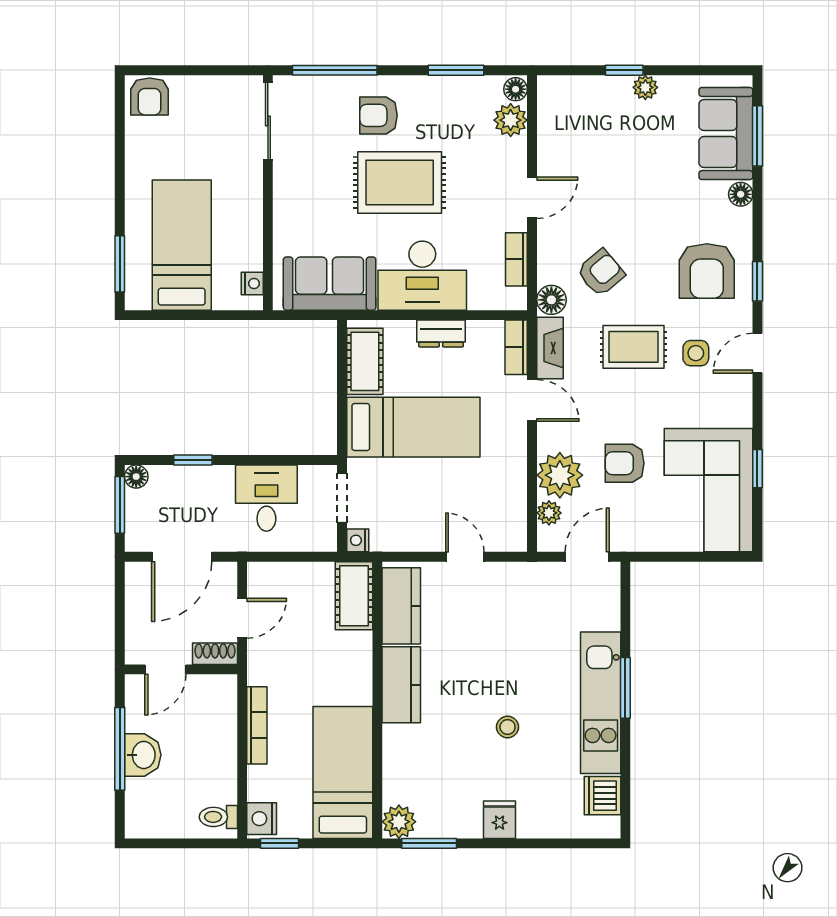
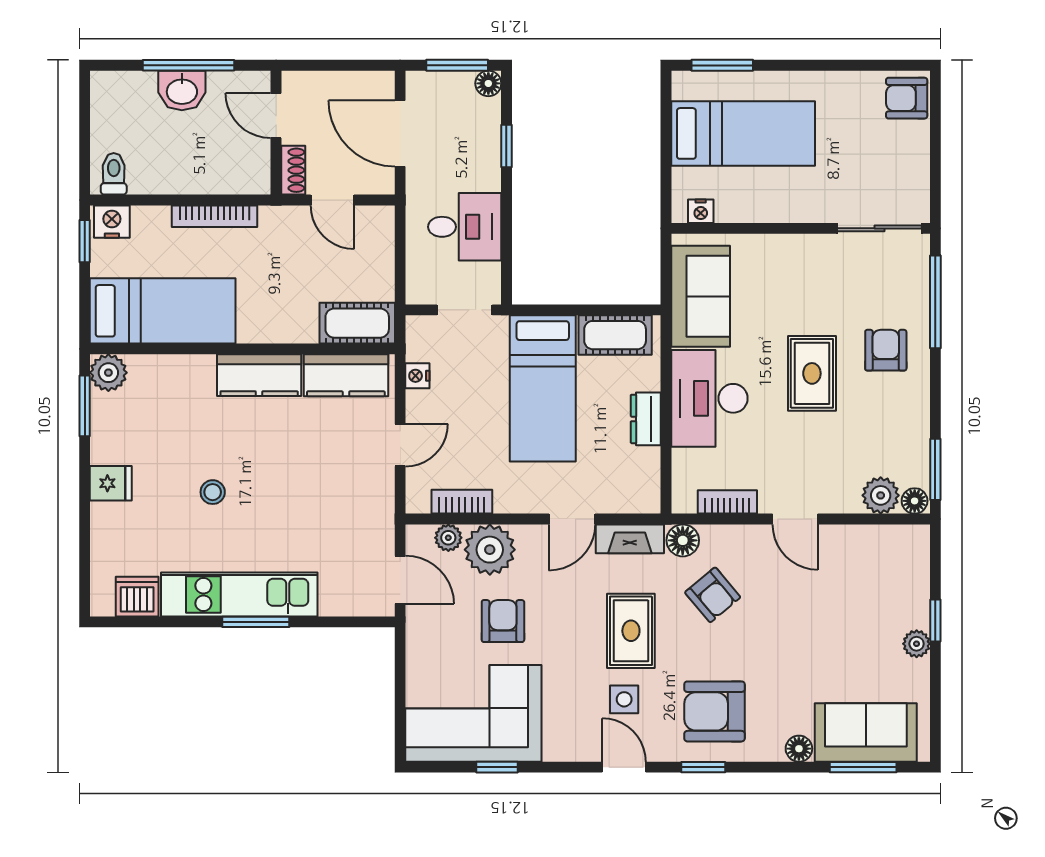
window: (456, 70) -> (935, 469), moved
rug: (400, 182) -> (812, 373), width x0.73, depth x0.70
bookcase: (516, 347) -> (462, 502), moved
nightstand: (358, 540) -> (417, 376), moved, turned -90

